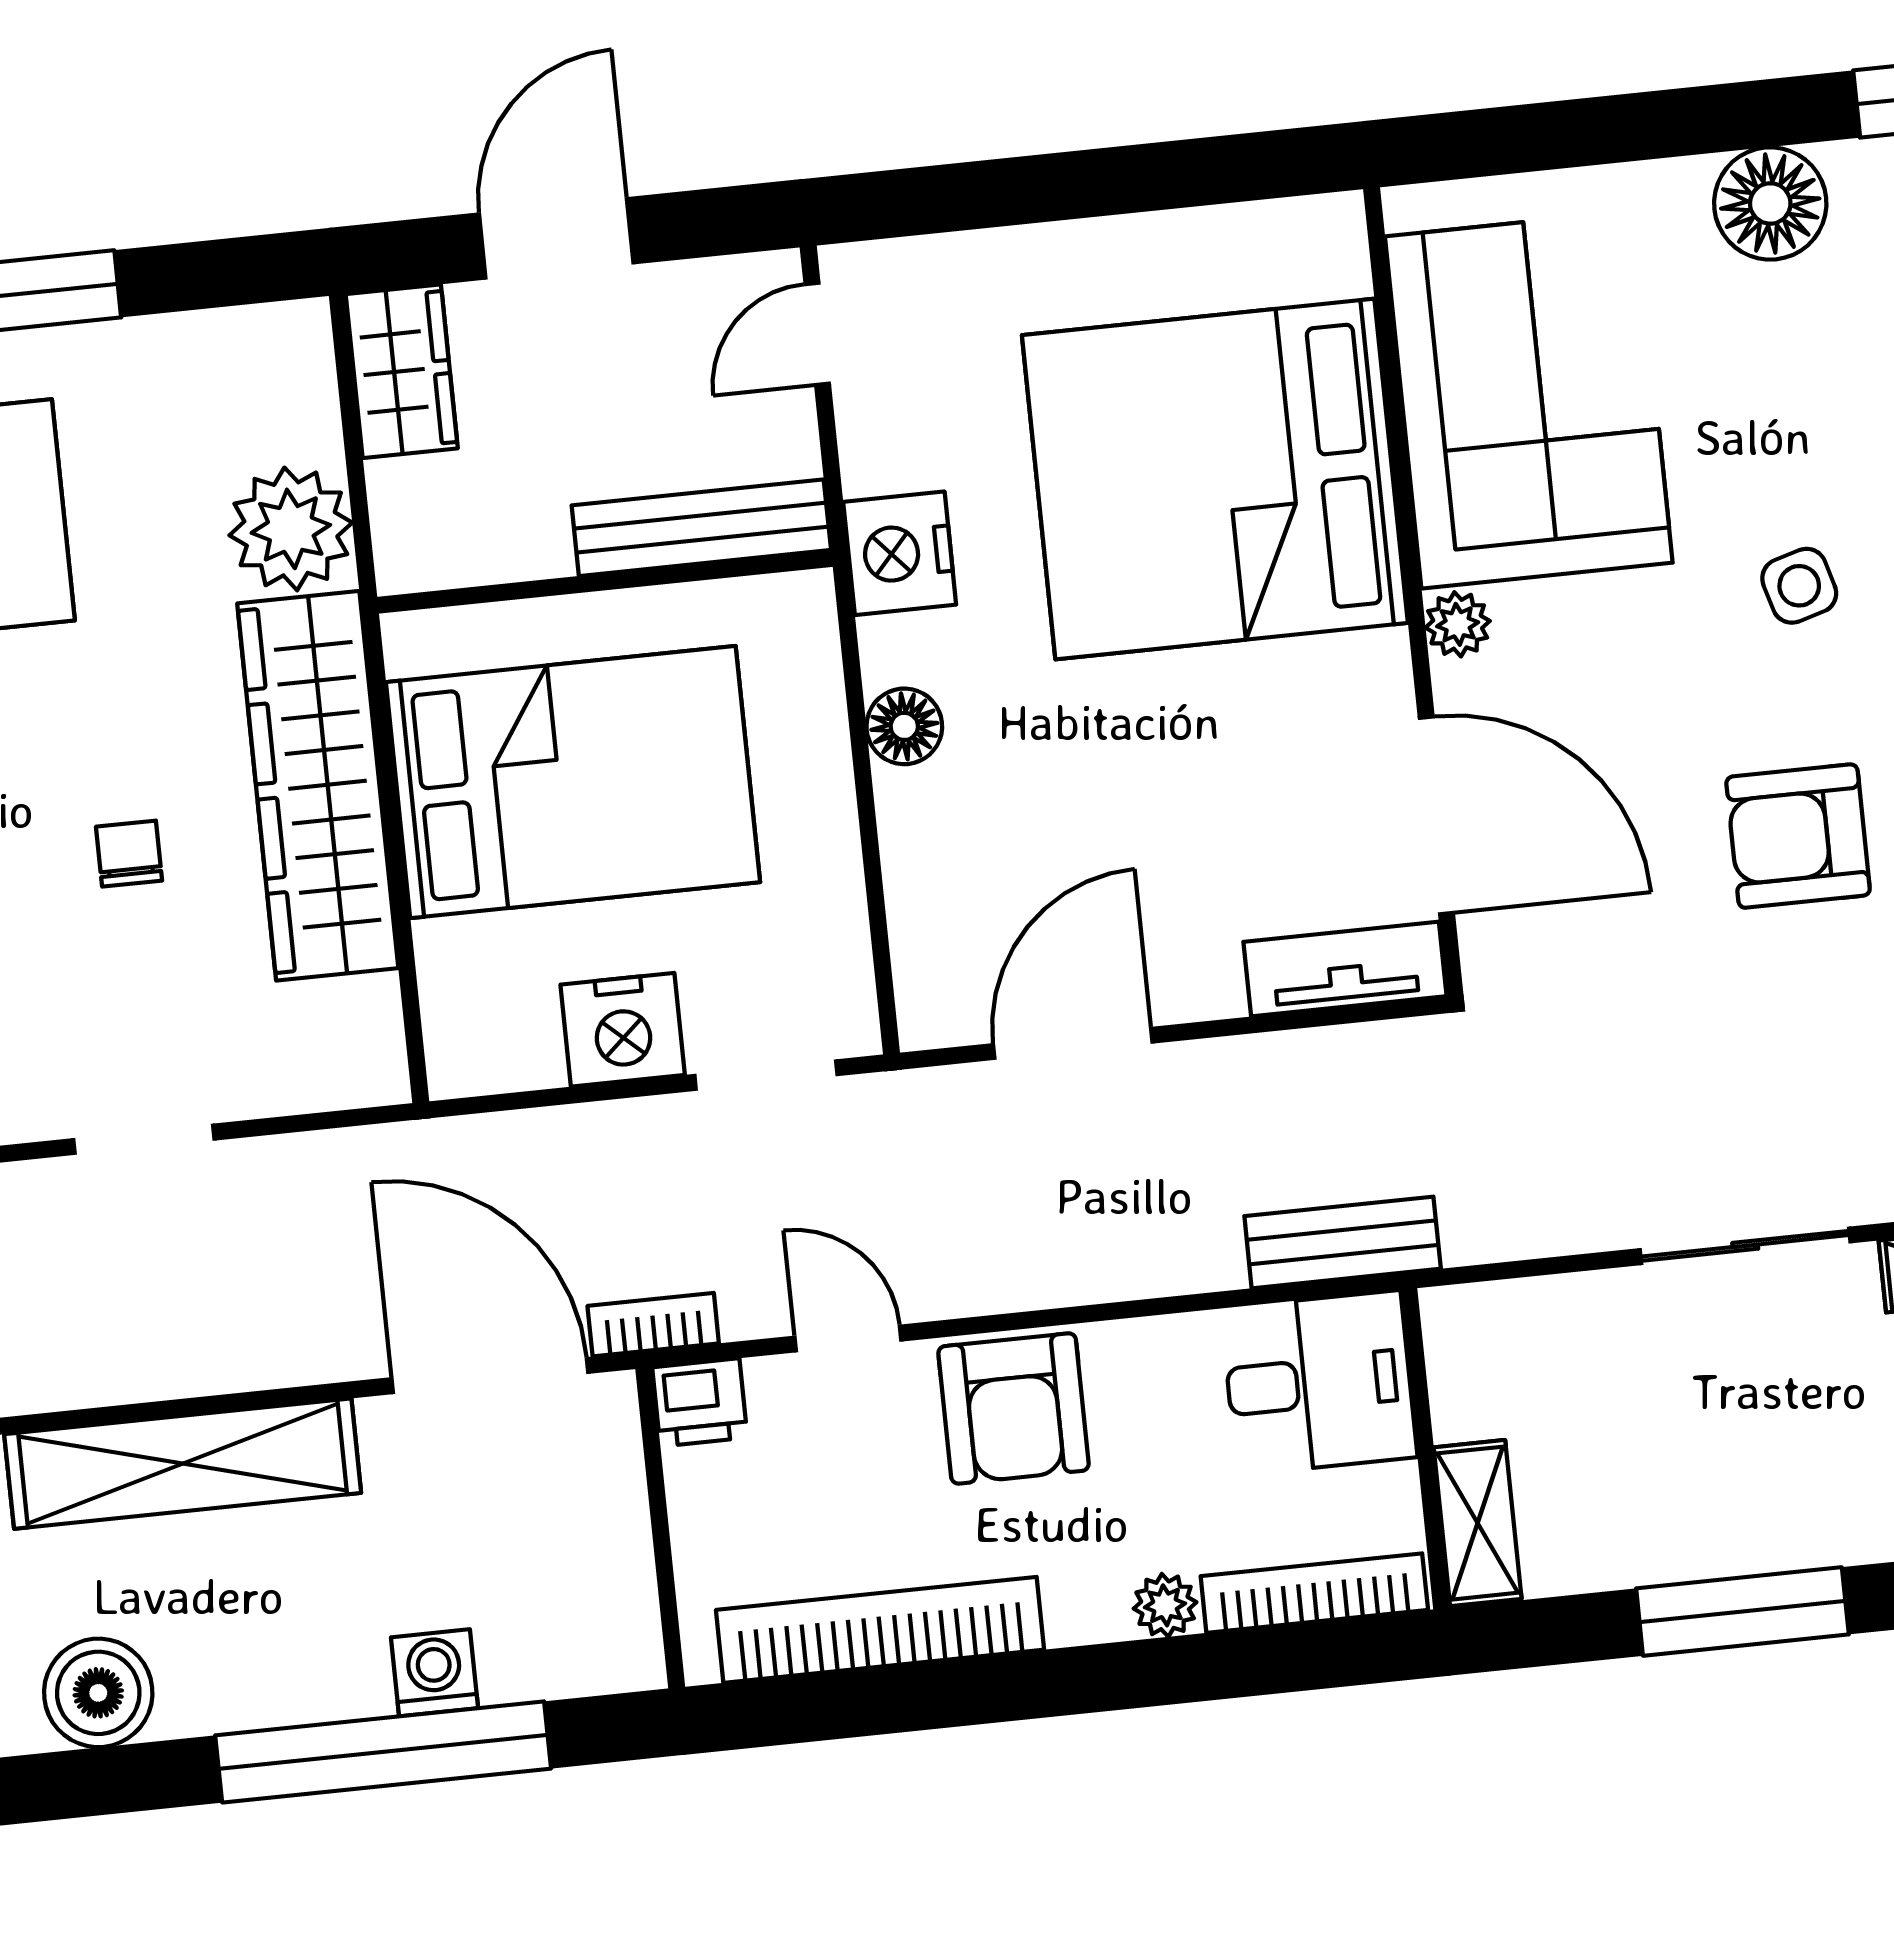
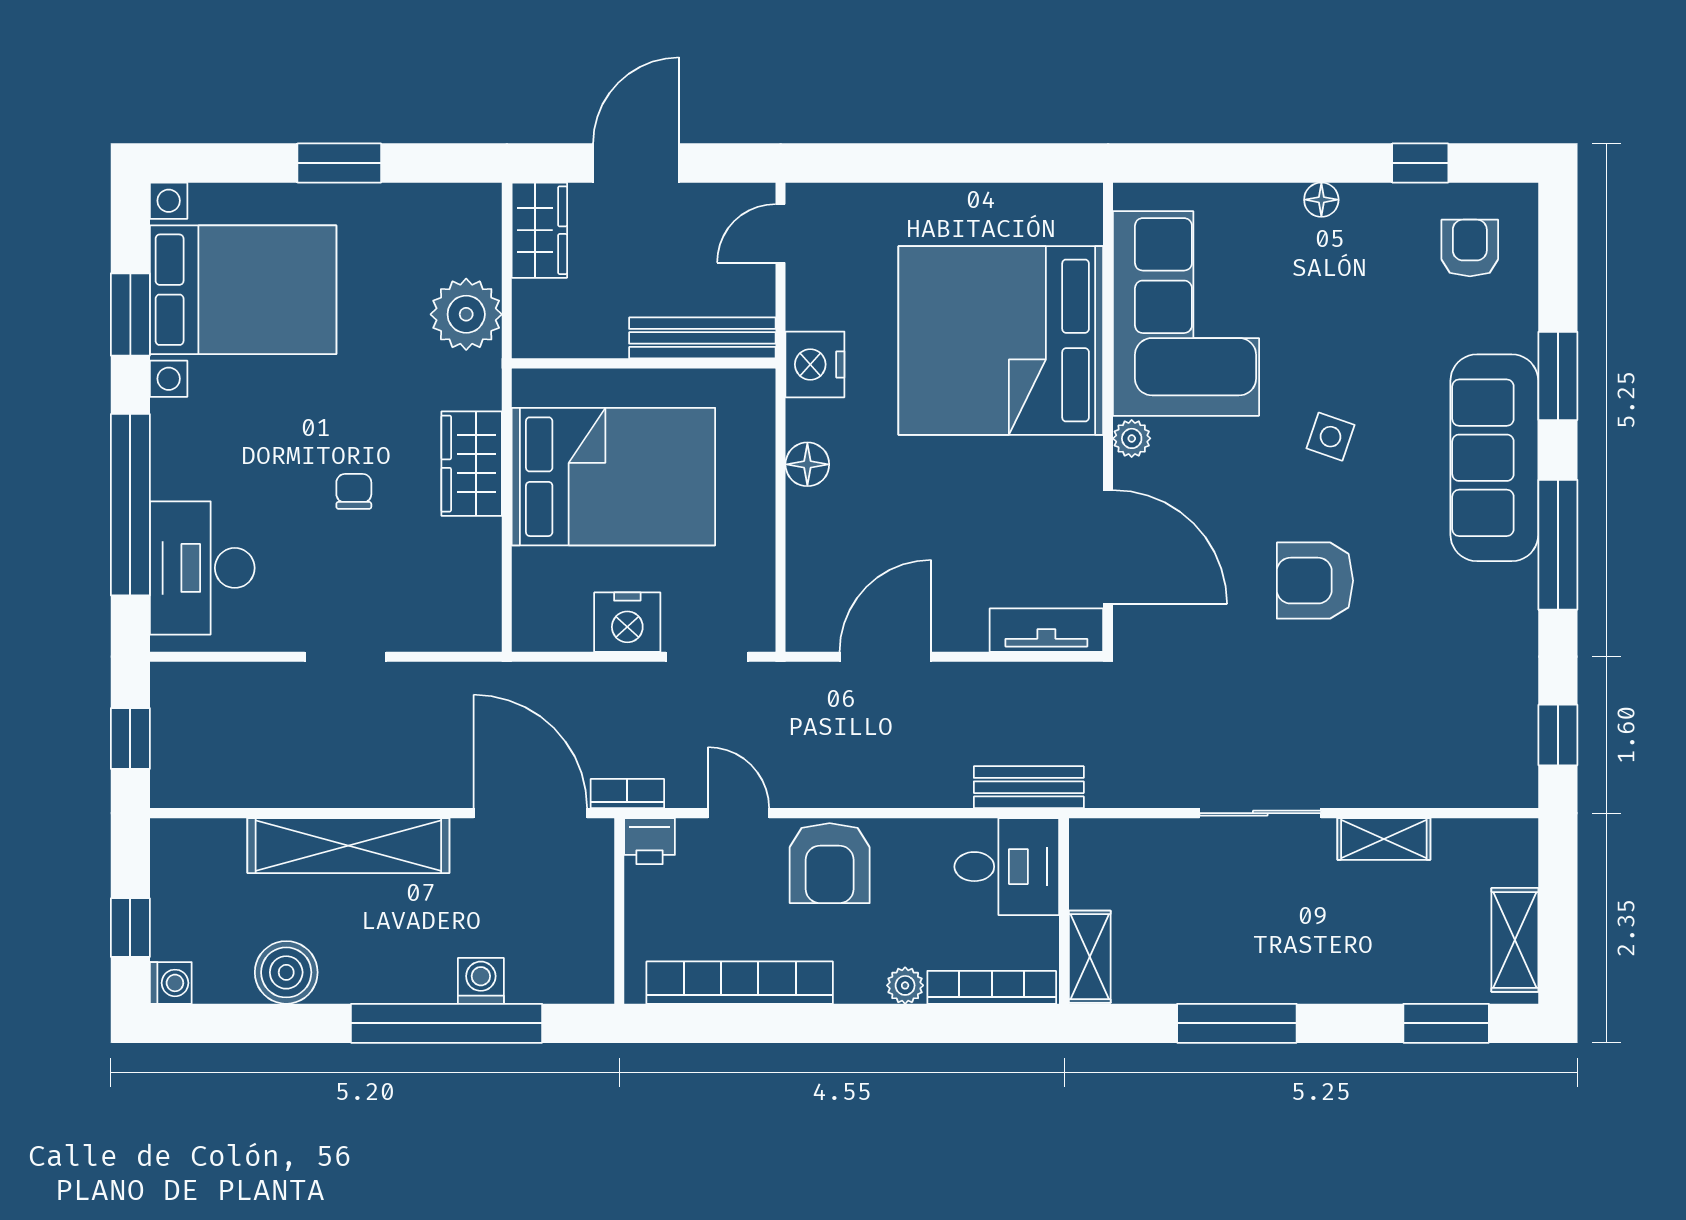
floor lamp: (1770, 203) -> (1321, 200), width x0.53, depth x0.53
side table: (1799, 586) -> (1331, 437), turned 35
wardrobe: (318, 786) -> (472, 464), width x0.48, depth x0.85

